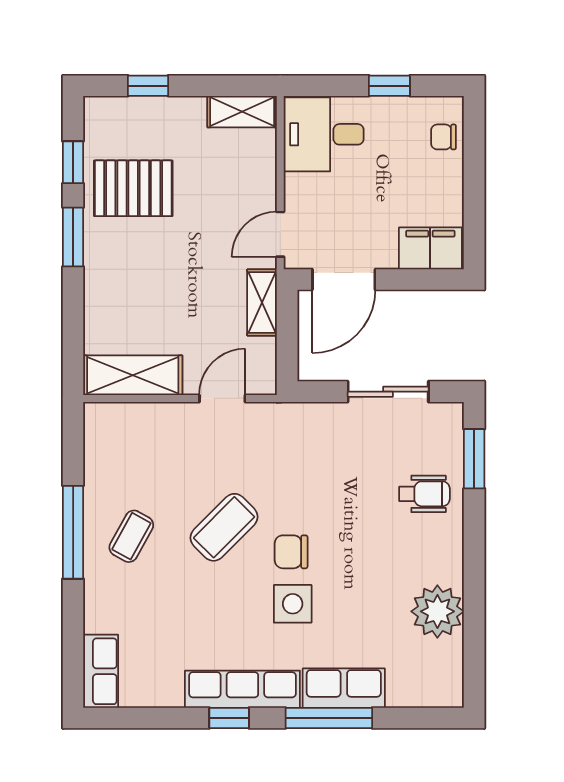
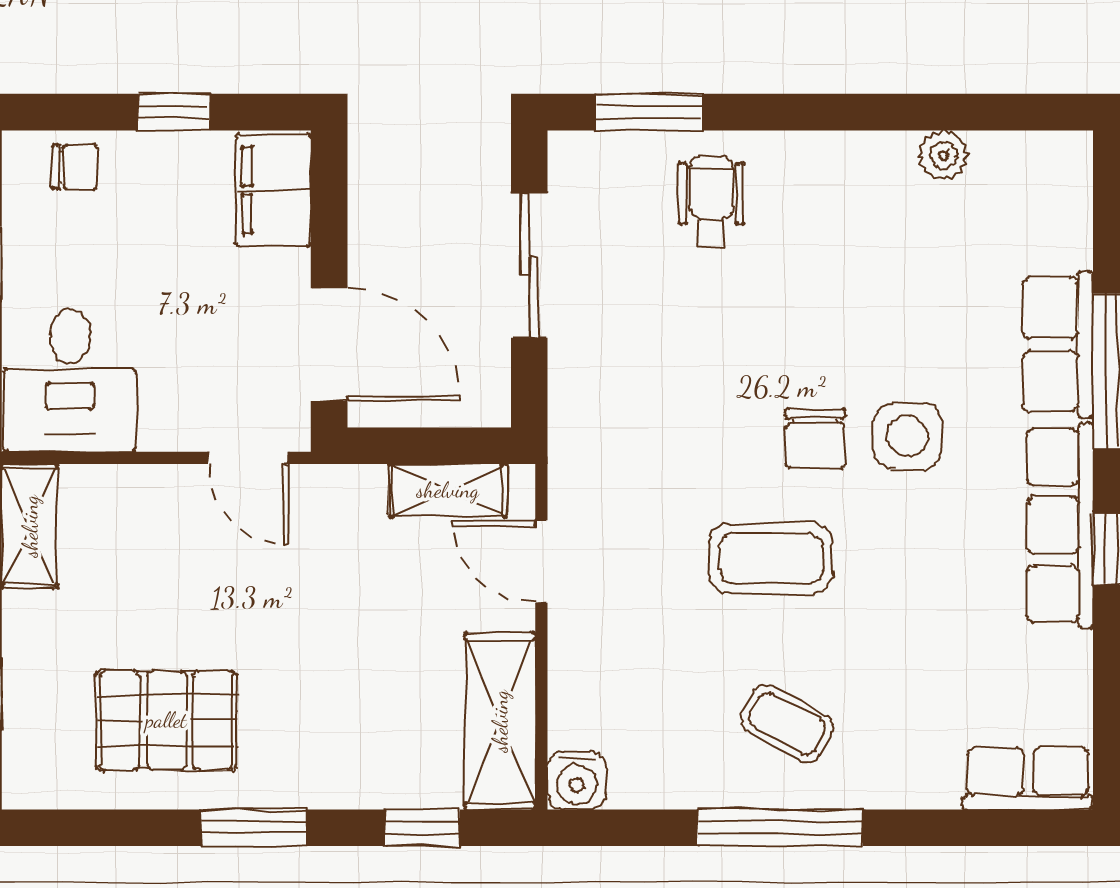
chair: (443, 137) -> (75, 167), turned -90
window: (73, 162) -> (422, 828), moved
pallet: (133, 188) -> (166, 720), turned 90
window: (474, 193) -> (174, 112), added
shelving: (262, 303) -> (448, 490), moved
water cooler: (100, 418) -> (577, 780), added
coffee table: (224, 527) -> (771, 558), turned -45
plant: (437, 611) -> (943, 156), width x0.53, depth x0.53

